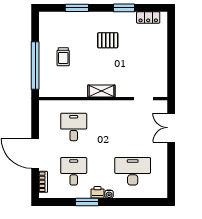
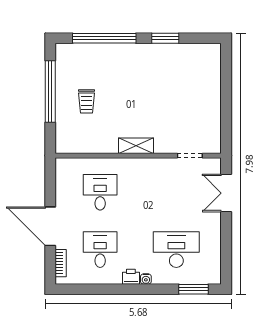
window: (77, 8) -> (104, 38), width x2.11
locker: (148, 17) -> (196, 51), removed
pallet: (108, 40) -> (144, 80), removed
window: (35, 65) -> (50, 91), moved
window: (87, 202) -> (193, 289), moved

